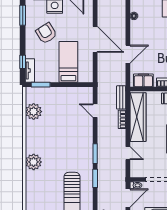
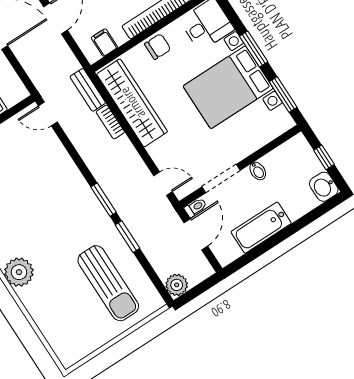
filing cabinet: (143, 80) -> (104, 43), width x0.50
door: (95, 111) -> (48, 114), moved
door: (128, 153) -> (163, 184), moved

